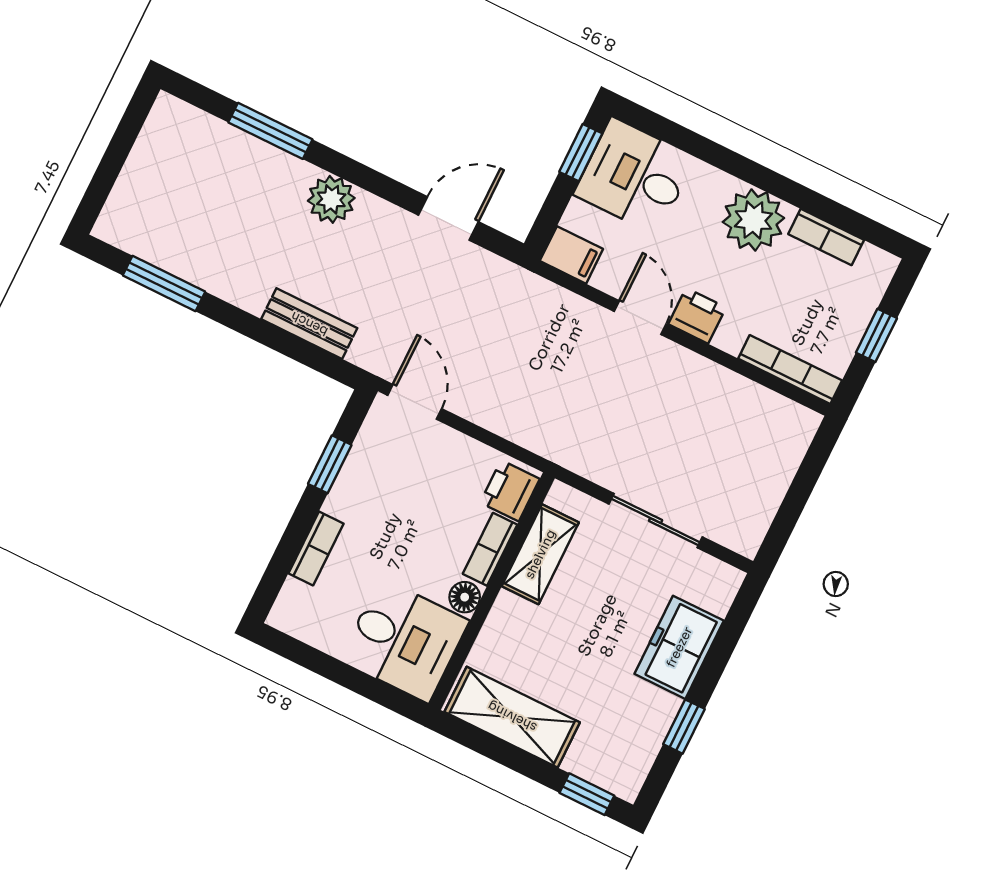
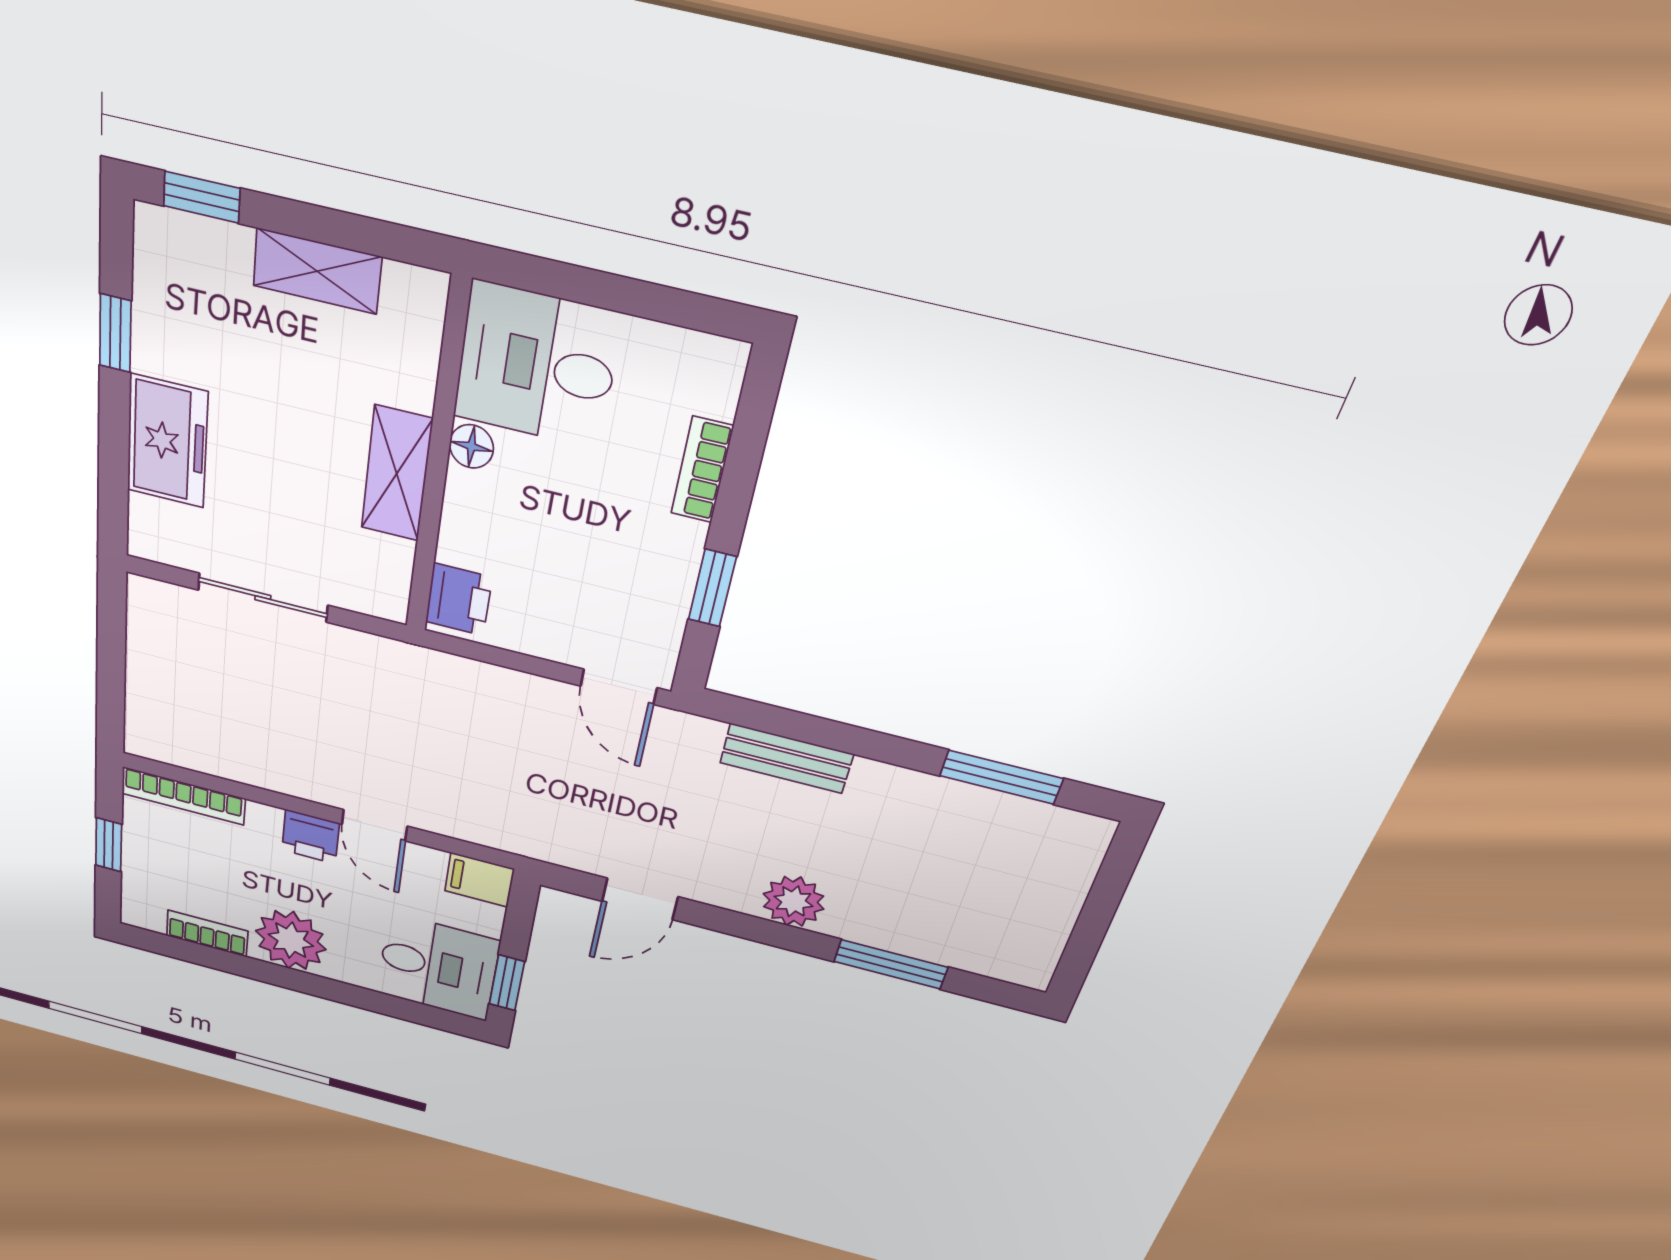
bookcase: (490, 549) -> (459, 519), removed
shelving: (540, 554) -> (397, 474), moved
shelving: (512, 717) -> (317, 271), width x0.67, depth x0.75

